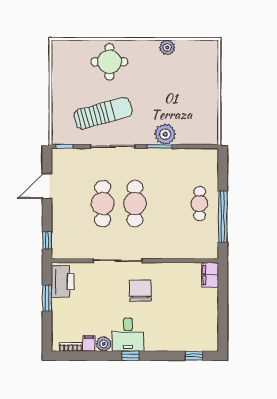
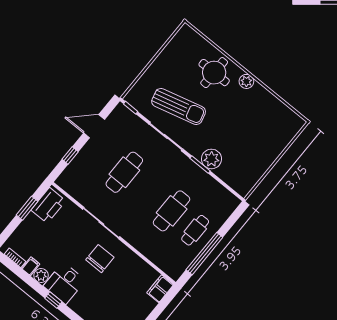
plant: (167, 47) -> (246, 81), moved
cafe table: (135, 204) -> (172, 211), moved
window: (47, 241) -> (70, 156), moved

